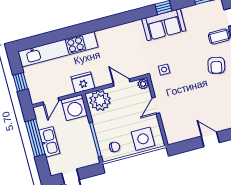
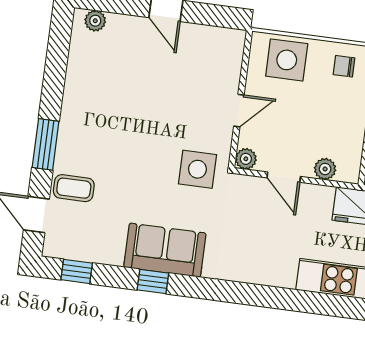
armchair: (216, 65) -> (100, 138), removed
side table: (164, 70) -> (197, 169), width x1.87, depth x1.87
plant: (100, 100) -> (325, 169), width x0.53, depth x0.53

